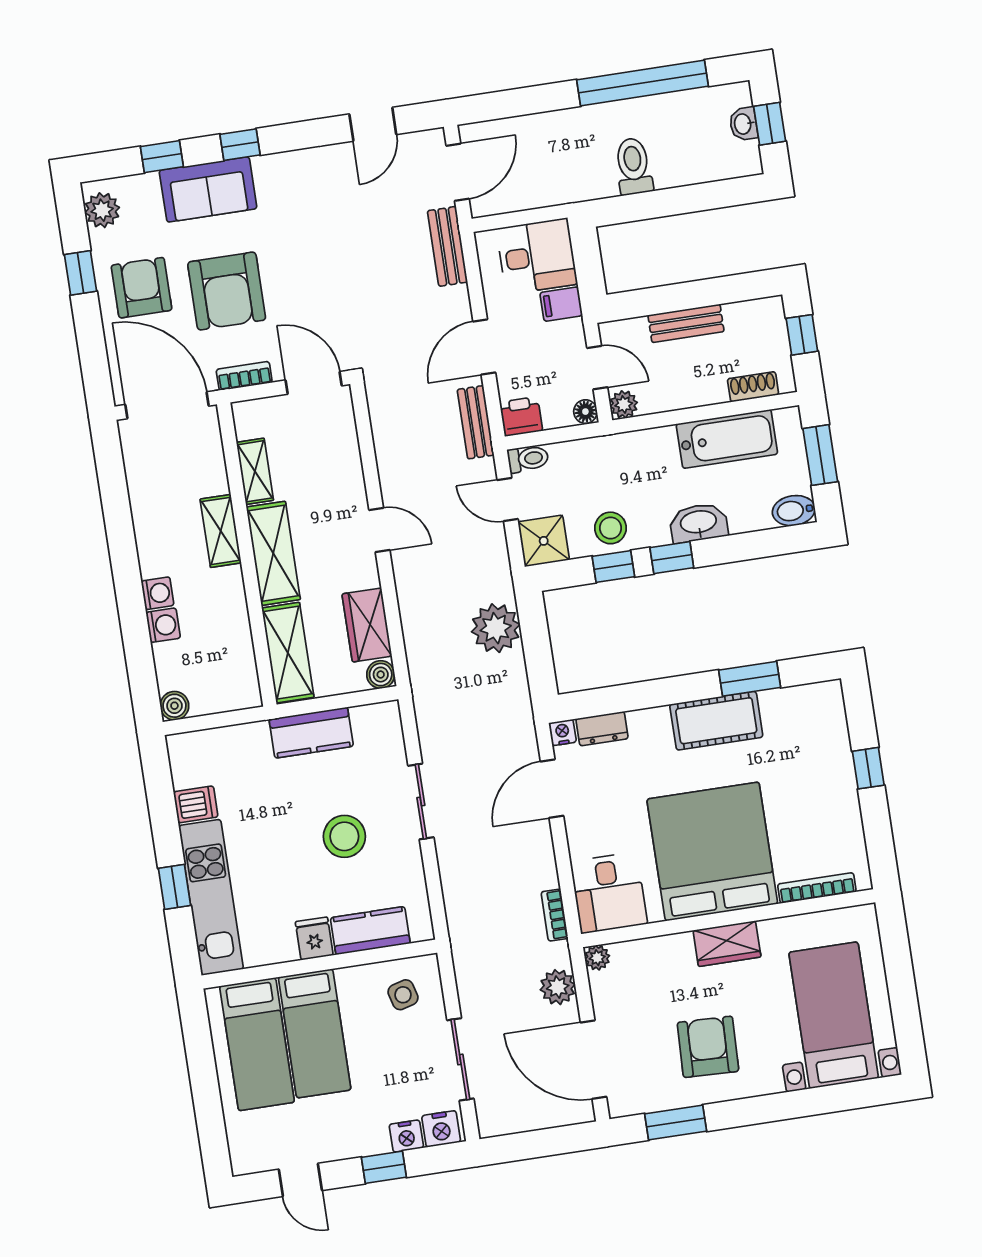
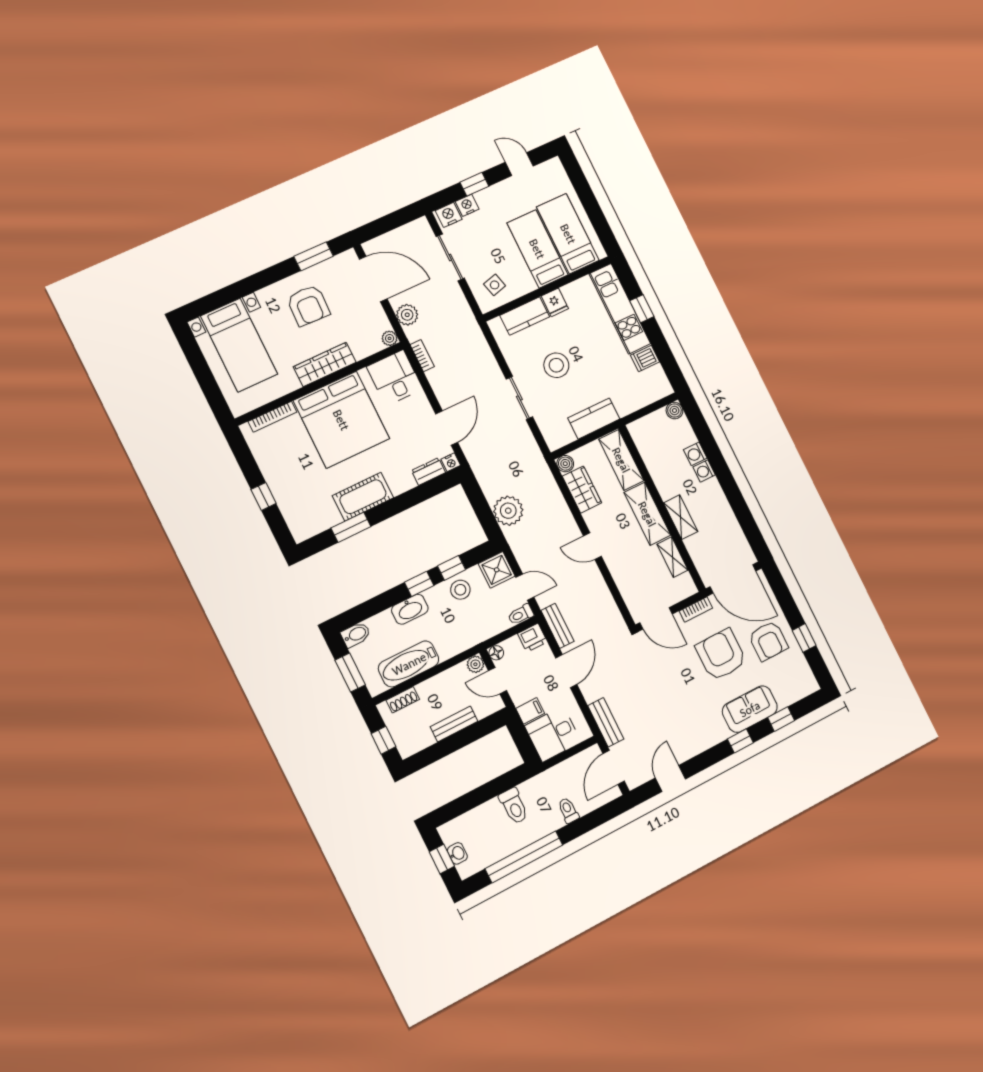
toilet: (551, 130) -> (568, 810), added
plant: (102, 210) -> (804, 677), removed
wardrobe: (727, 944) -> (325, 364), width x1.50

